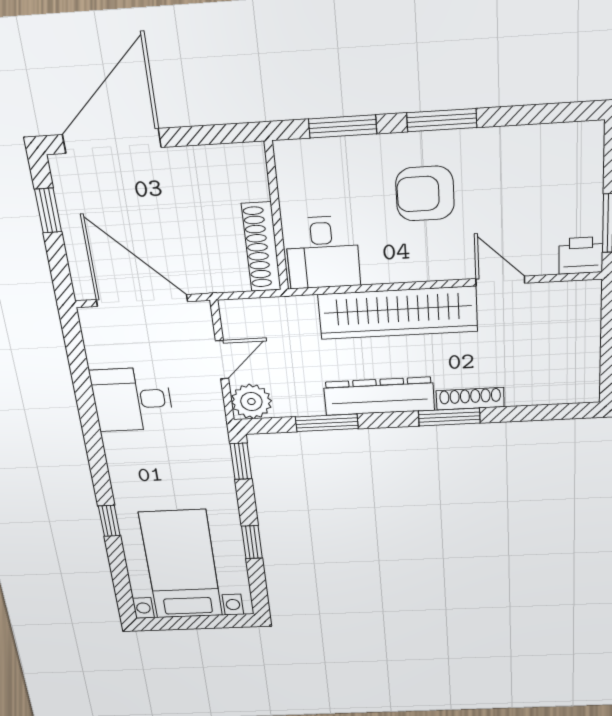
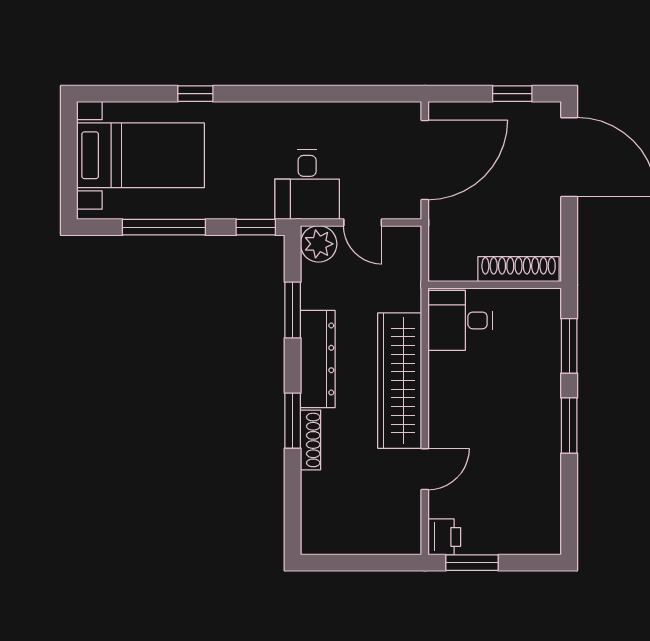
armchair: (425, 194) -> (508, 409), removed
shoe rack: (261, 247) -> (519, 269), moved
desk: (132, 399) -> (307, 185), moved, turned 180
window: (252, 542) -> (164, 227), width x2.17

